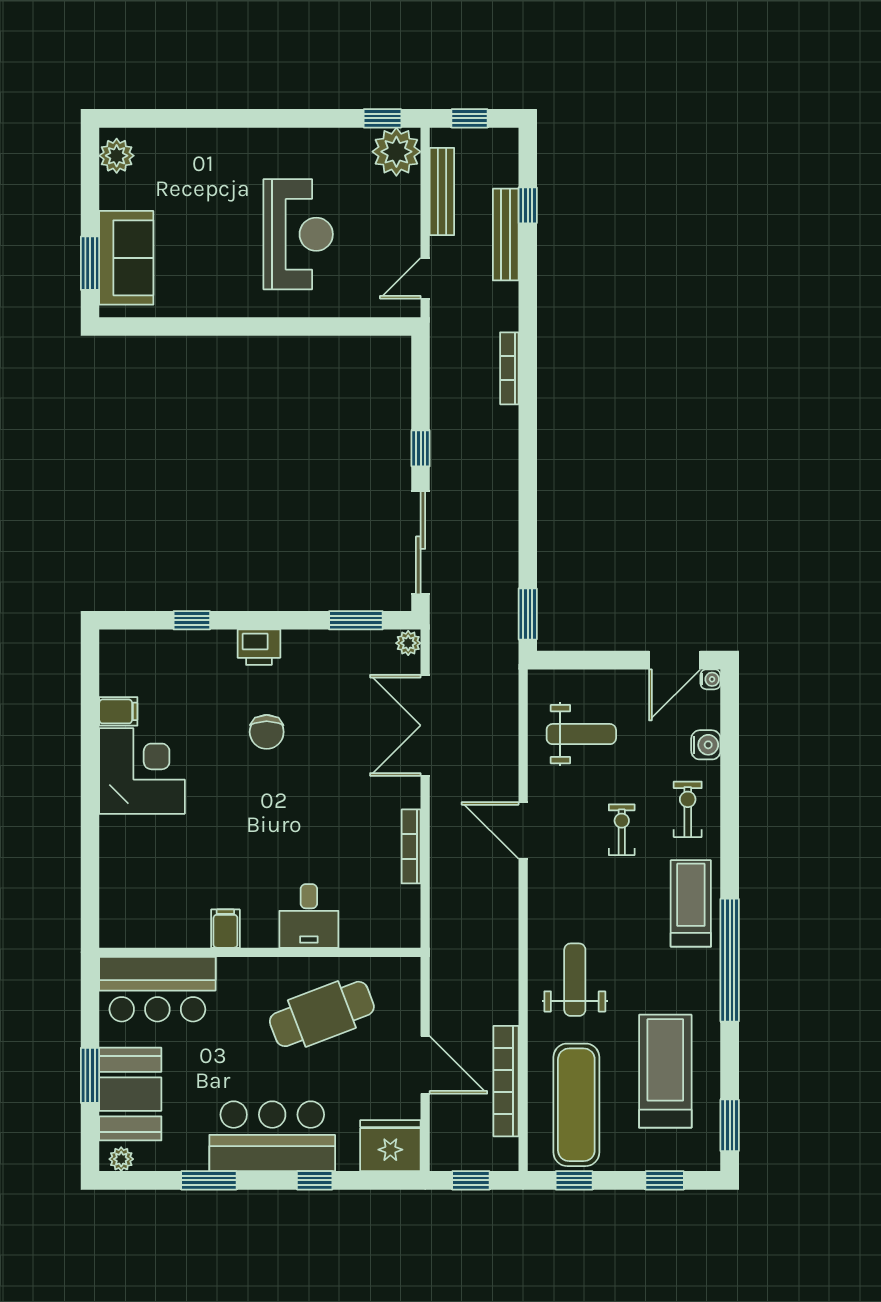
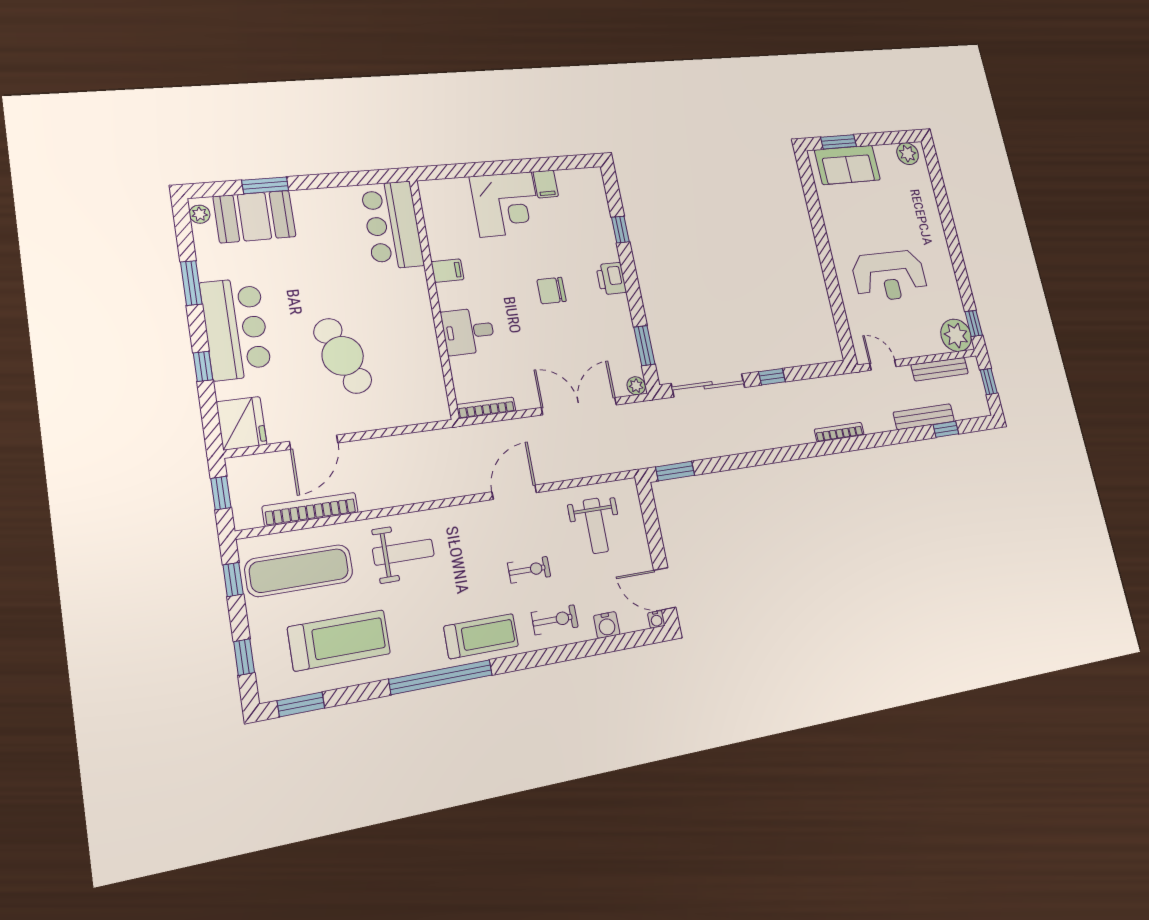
desk: (309, 916) -> (468, 331), moved
filing cabinet: (225, 929) -> (448, 271), moved
wall: (260, 952) -> (434, 298), moved
bar counter: (157, 989) -> (392, 225), moved

